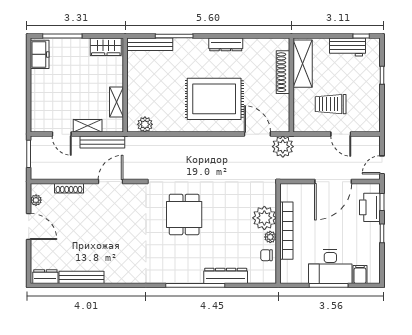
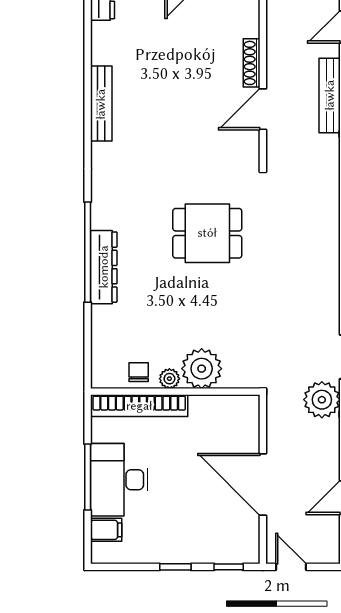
door: (111, 182) -> (263, 109), swing flipped
shoe rack: (69, 188) -> (252, 63), moved
printer: (370, 207) -> (219, 547), removed
bookcase: (286, 231) -> (139, 406), moved
dresser: (226, 276) -> (104, 267), moved
bench: (81, 277) -> (101, 104), moved

